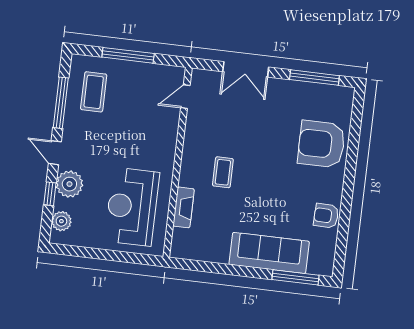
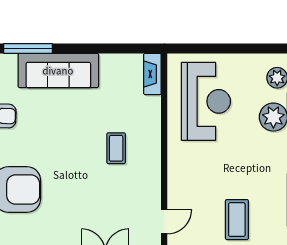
coffee table: (94, 92) -> (237, 220), moved
fireplace: (184, 207) -> (152, 74), moved

